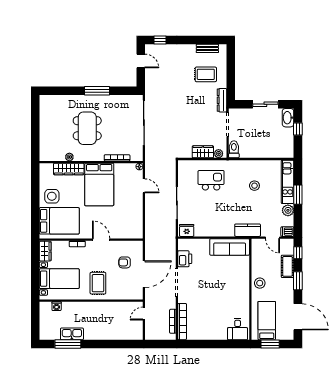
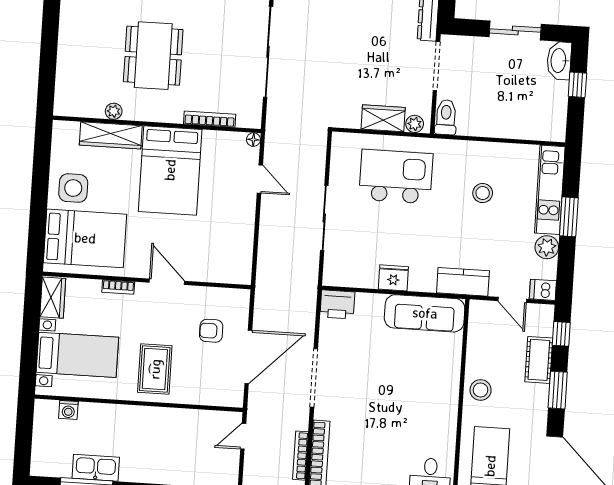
kitchen island: (211, 180) -> (396, 177), width x1.37, depth x1.28
fridge: (187, 230) -> (393, 278), moved
printer: (185, 259) -> (337, 304), moved, turned 90

